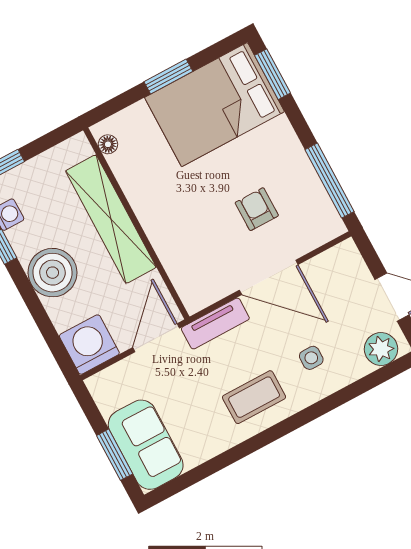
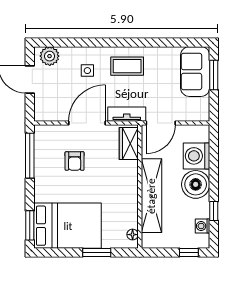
window: (168, 77) -> (97, 252), moved
door: (269, 277) -> (87, 123), hinge flipped
wardrobe: (188, 280) -> (129, 144), added
washing machine: (89, 345) -> (197, 156), moved, turned 90

